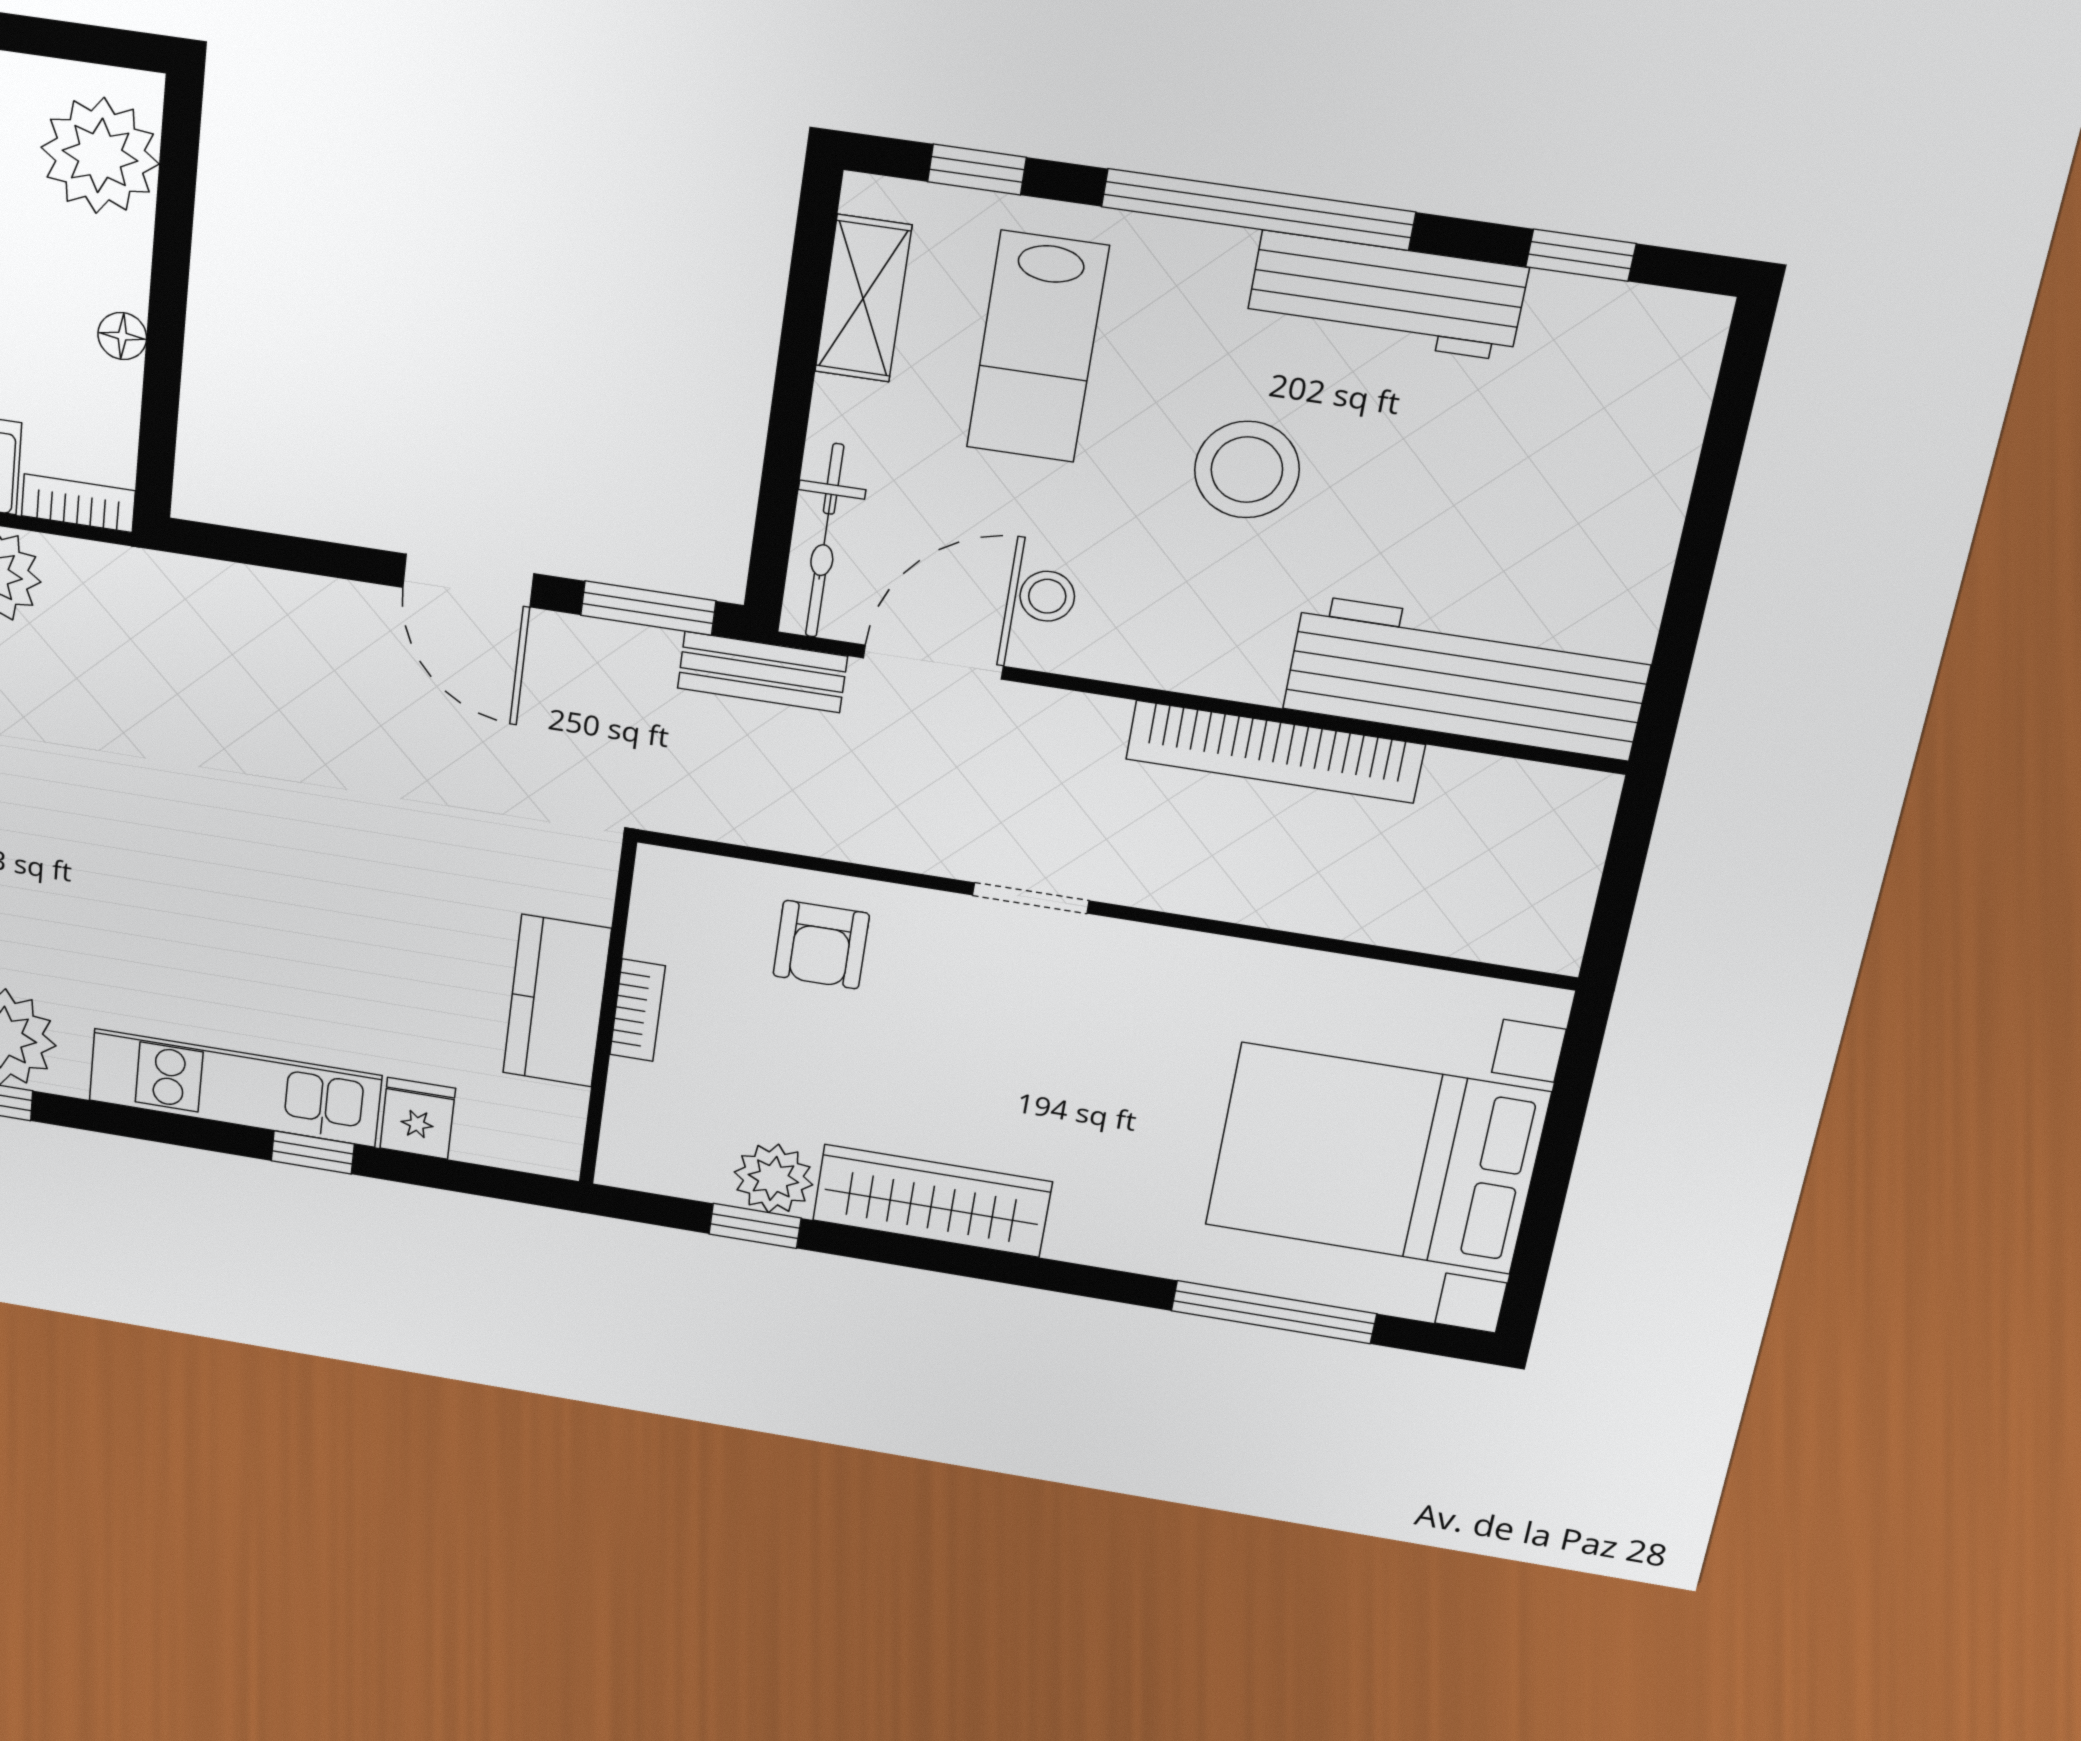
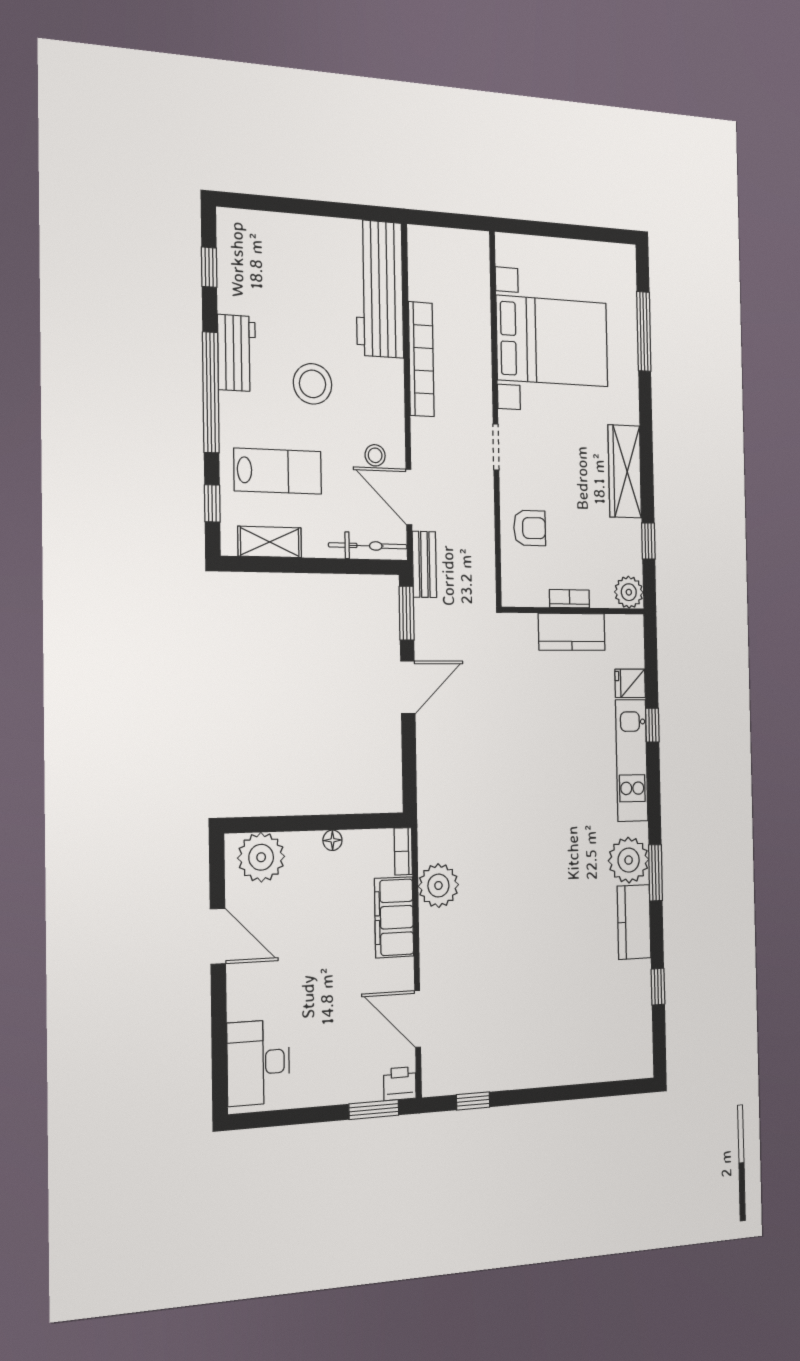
workbench: (1386, 296) -> (237, 353), width x0.73
bed with nightstands: (1376, 1159) -> (552, 341), moved, turned -90
plant: (773, 1178) -> (629, 592), moved

